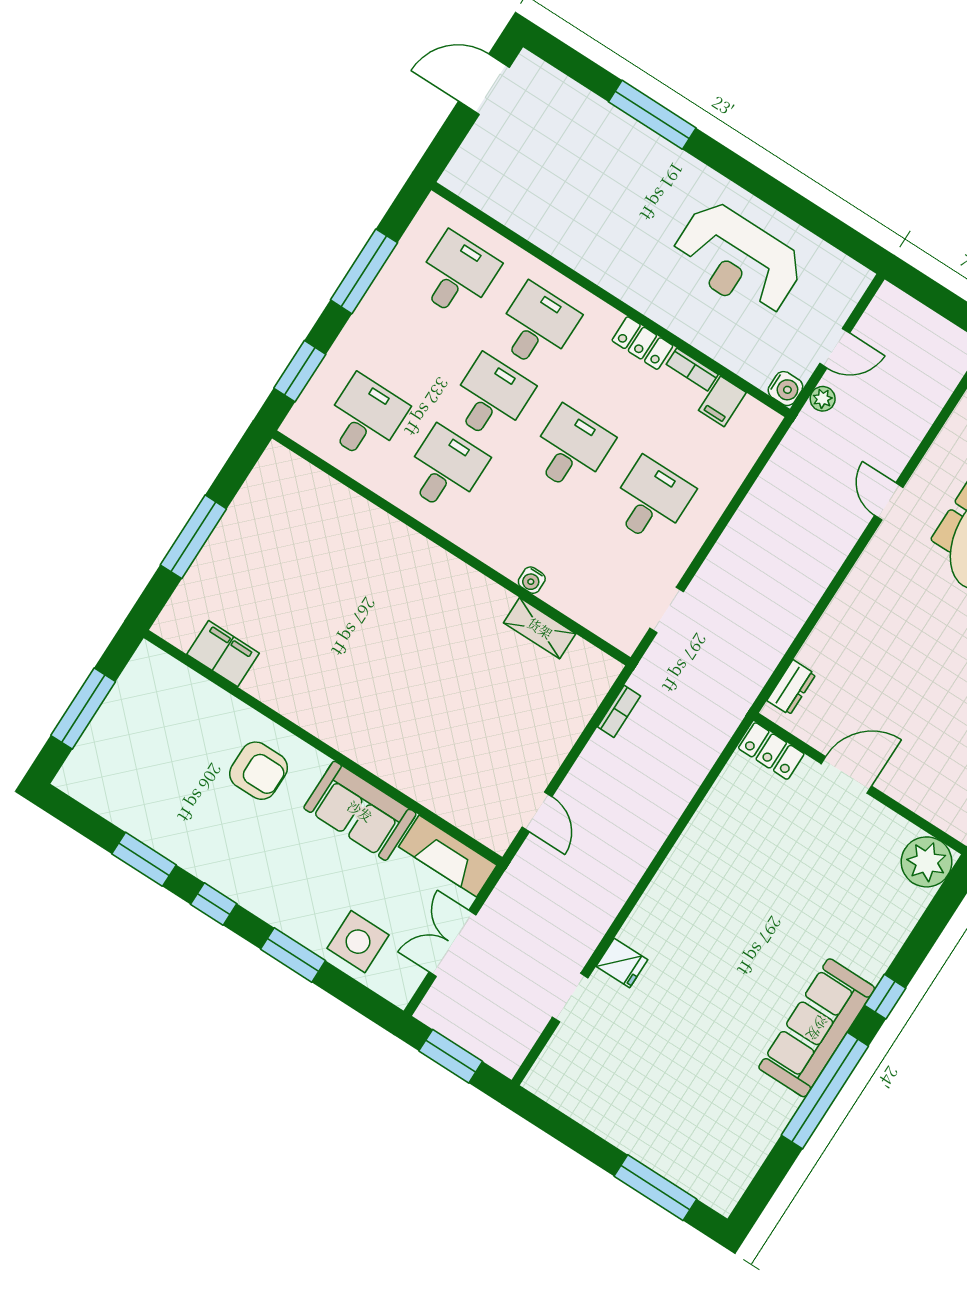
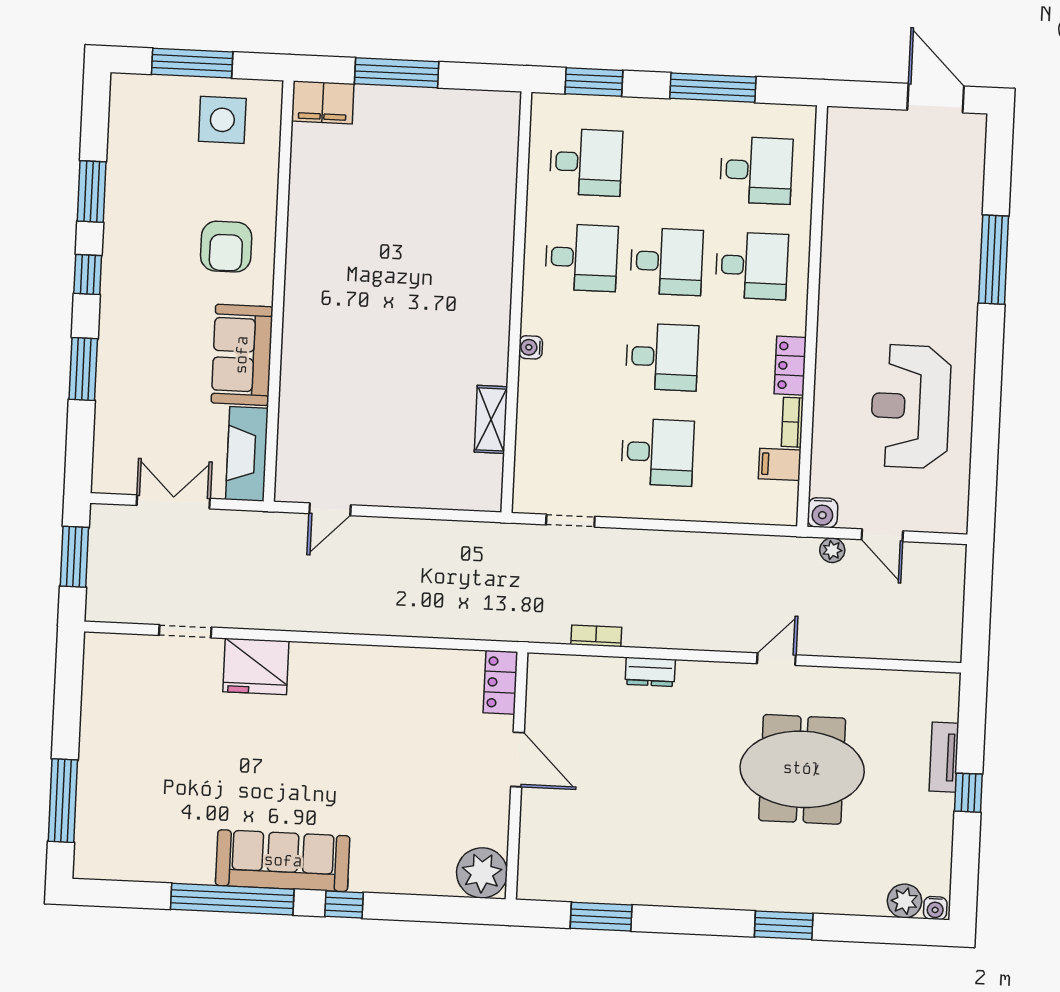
water cooler: (532, 580) -> (531, 347), moved
filing cabinet: (223, 654) -> (323, 102), moved, turned 90
dresser: (791, 687) -> (650, 672), moved
bookcase: (619, 711) -> (596, 636), moved, turned 180
side table: (358, 942) -> (222, 120), moved
fridge: (622, 963) -> (256, 666), width x1.88, depth x1.34

